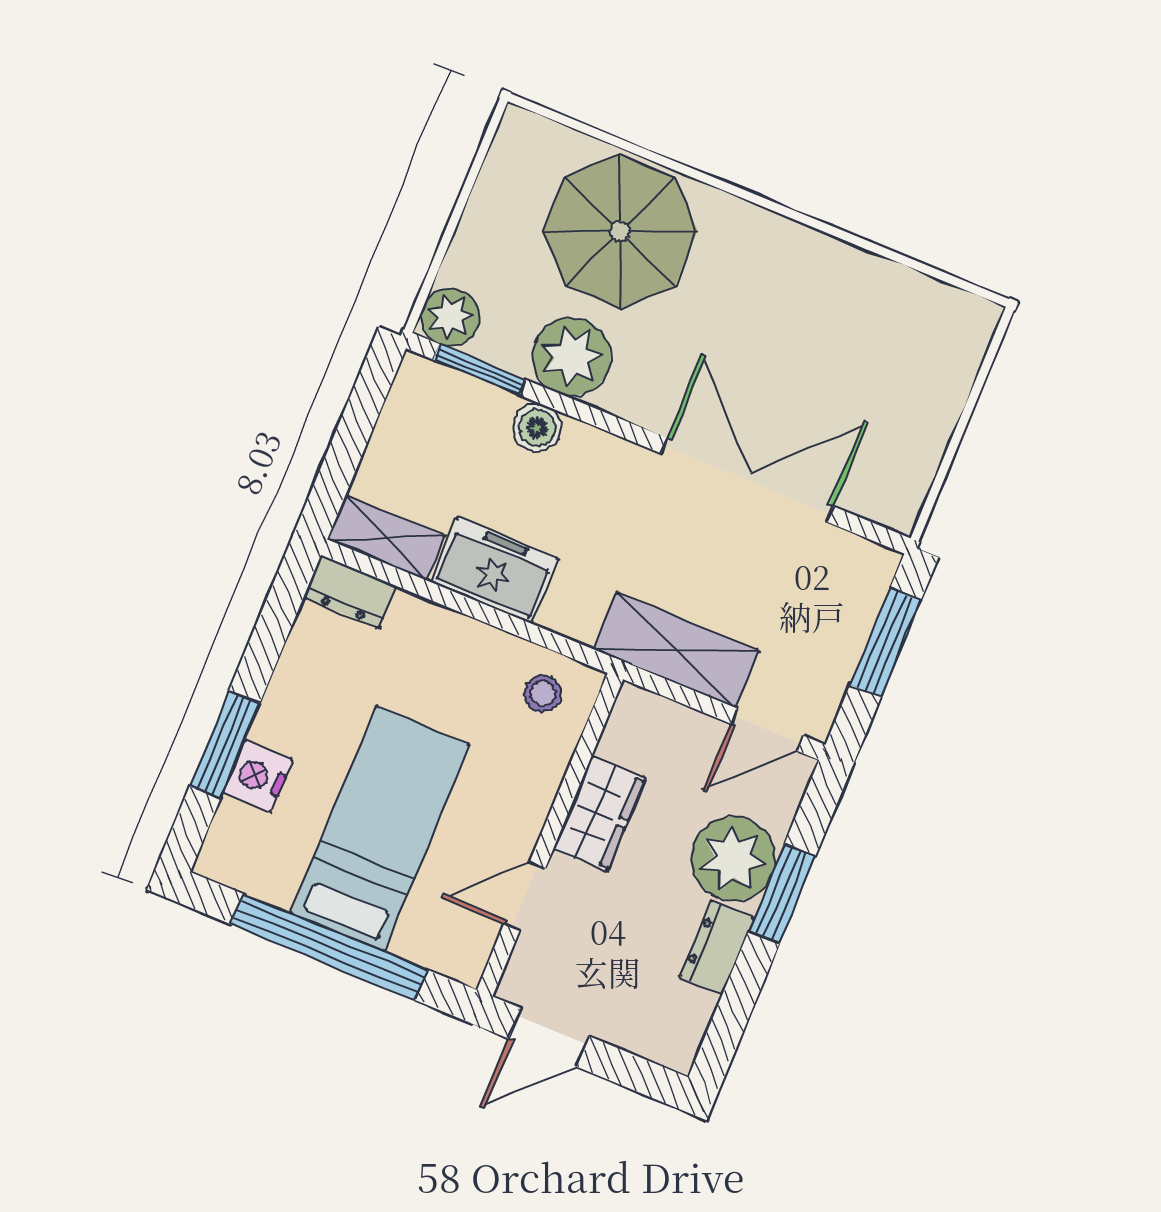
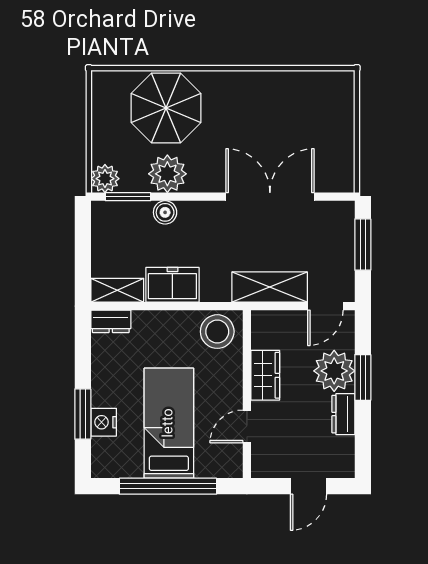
stool: (543, 694) -> (217, 332), width x1.89, depth x1.89
door: (549, 1037) -> (308, 486), moved

